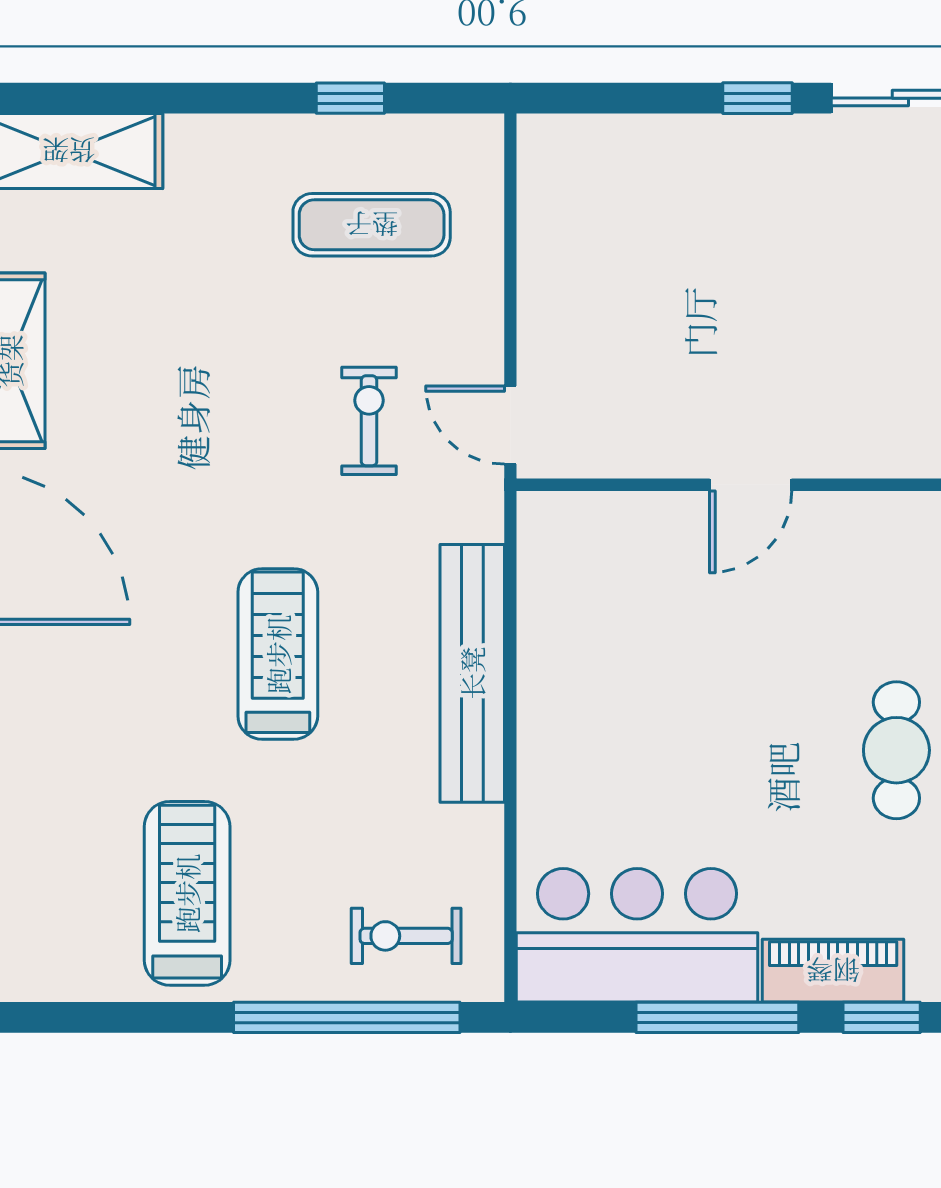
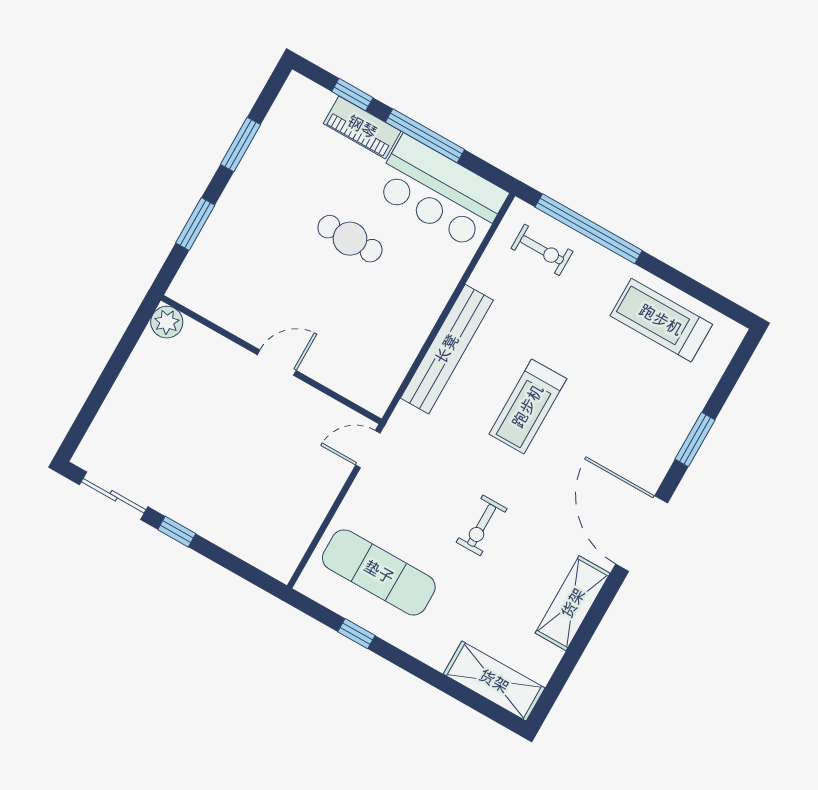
exercise mat: (372, 225) -> (379, 572), width x1.36, depth x1.45
exercise bike: (369, 421) -> (482, 525), moved
door: (510, 425) -> (368, 449), swing flipped
cafe table: (896, 750) -> (350, 239), moved, turned 90
treadmill: (187, 893) -> (661, 320), moved, turned 90

